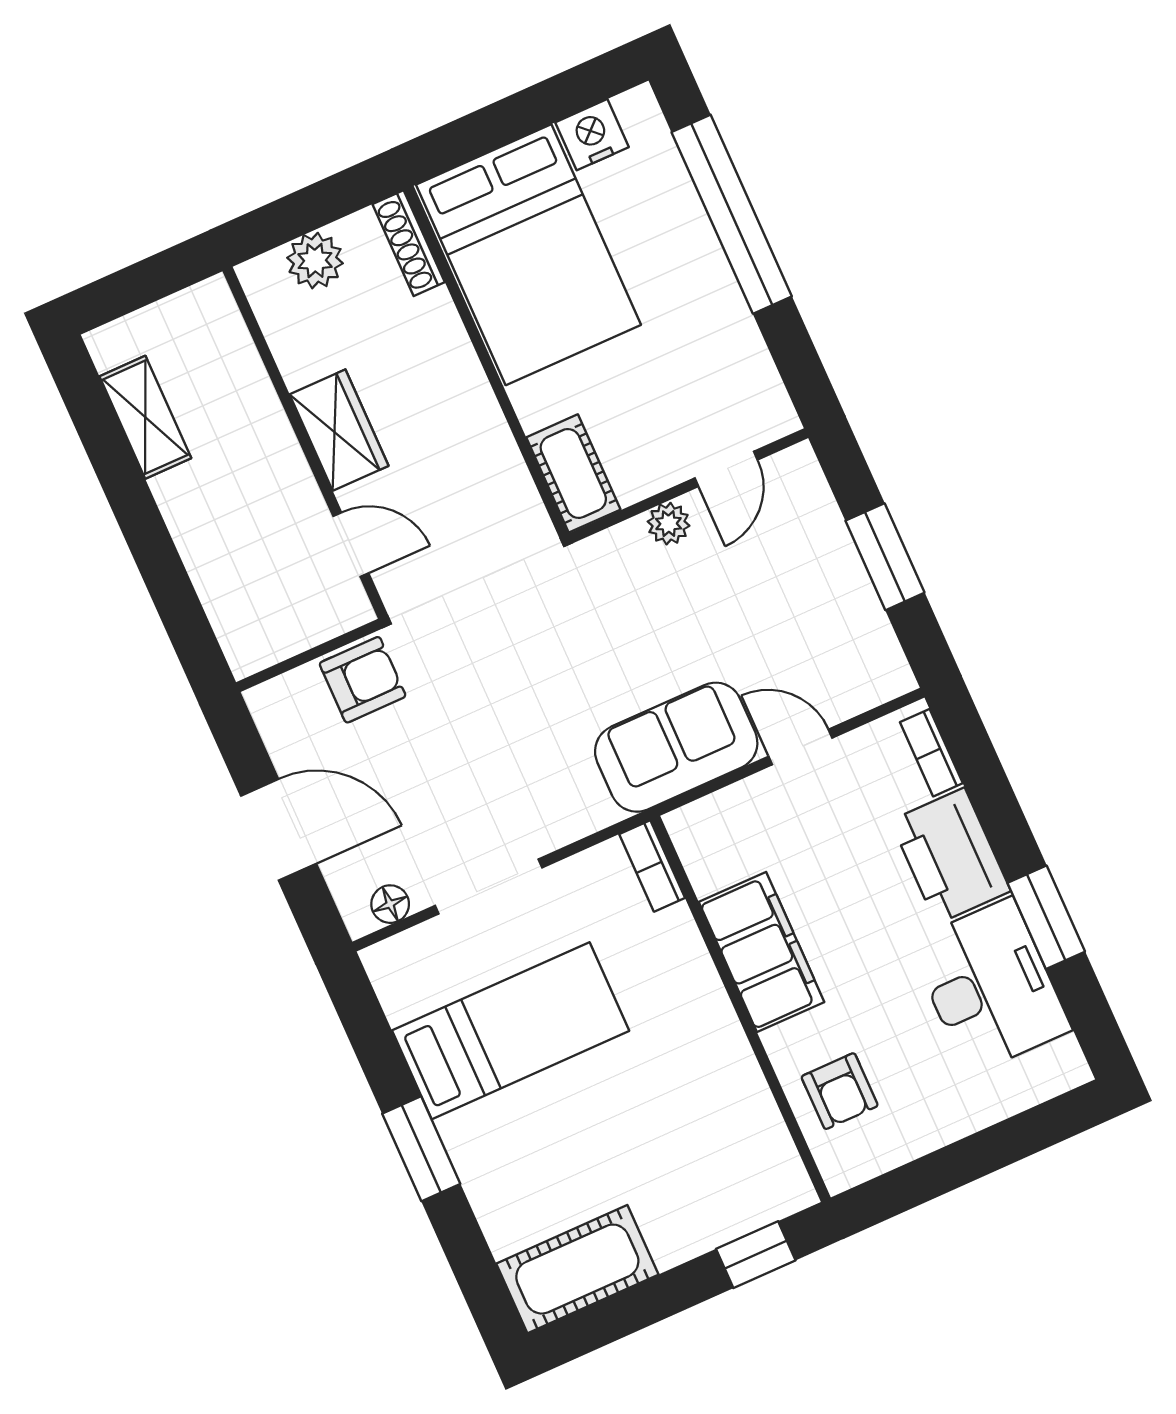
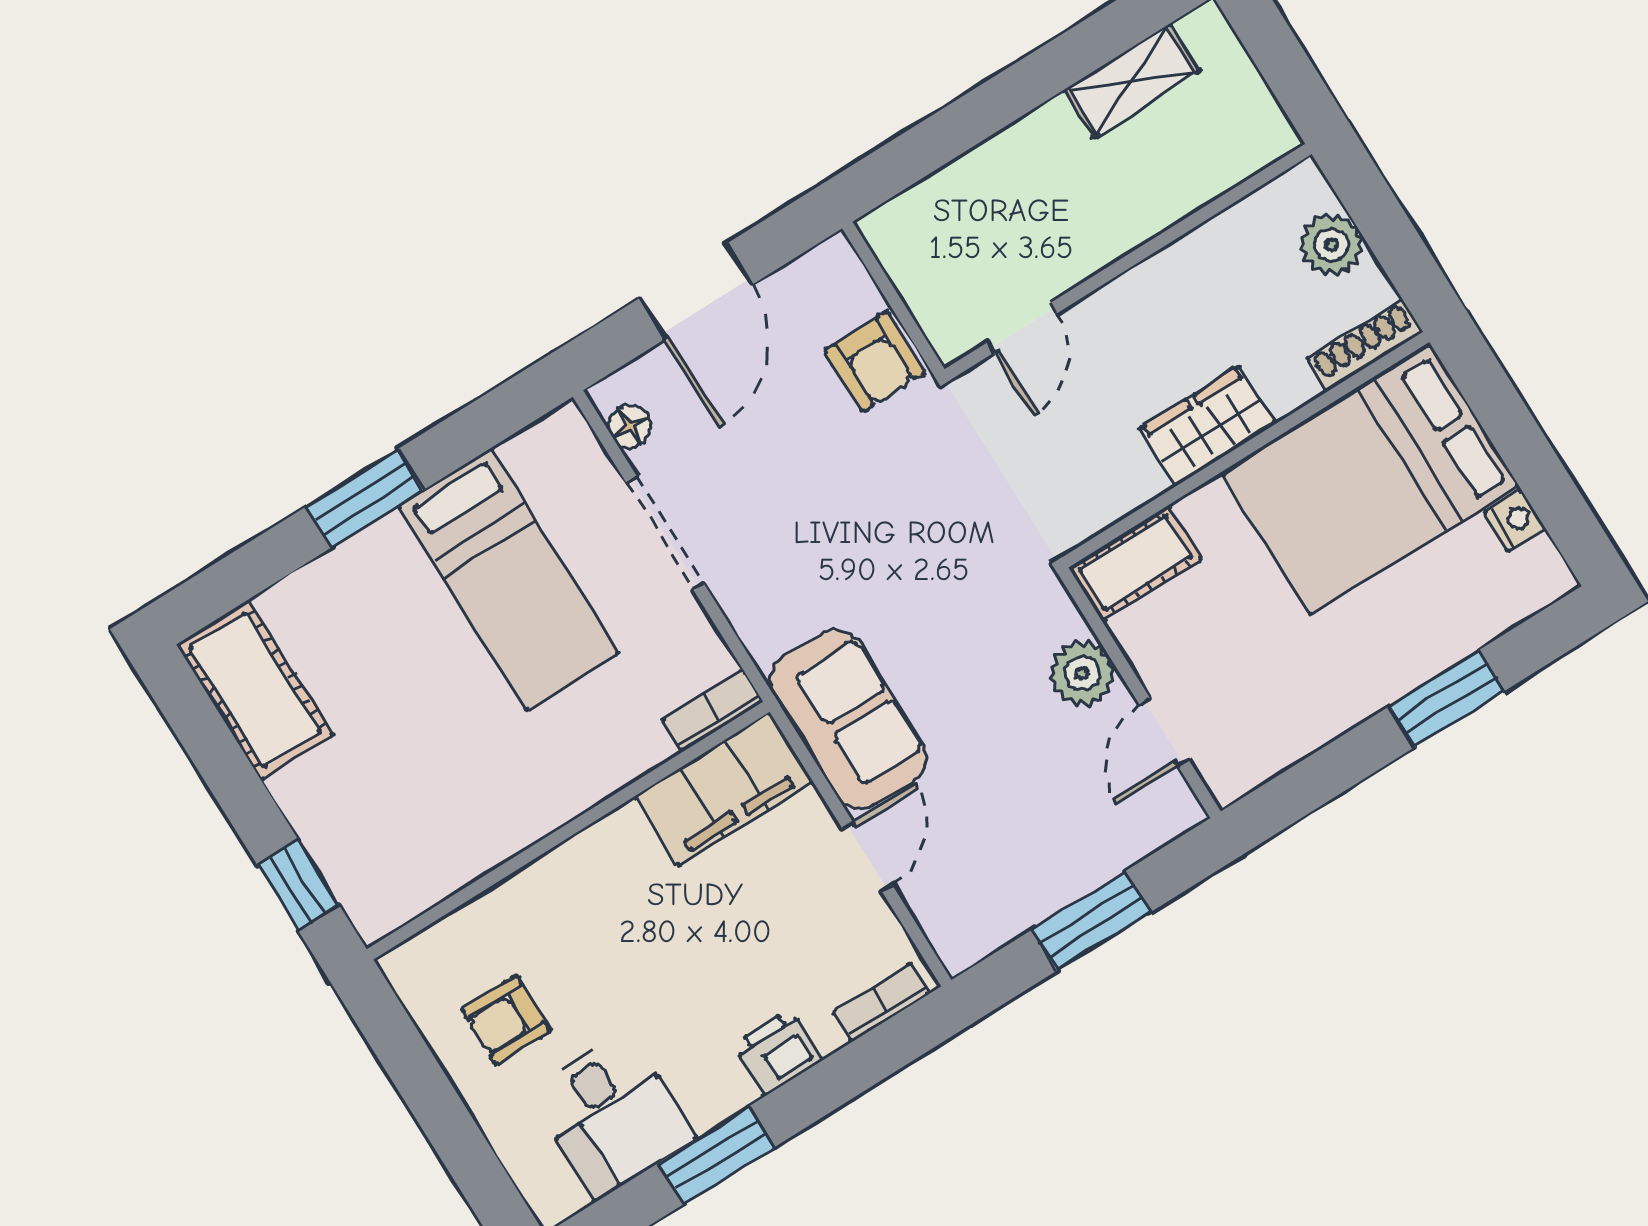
nightstand: (592, 135) -> (1515, 520), width x0.72, depth x0.74
window: (732, 214) -> (1447, 699), width x0.47
wardrobe: (339, 430) -> (1208, 426), moved, turned 180
door: (726, 469) -> (1164, 732), hinge flipped
plant: (669, 524) -> (1082, 674), width x1.38, depth x1.38
printer: (950, 856) -> (778, 1052), width x0.53, depth x0.68
filing cabinet: (762, 952) -> (724, 789), moved
desk: (990, 986) -> (612, 1115), width x0.73
armchair: (840, 1091) -> (506, 1020), moved

